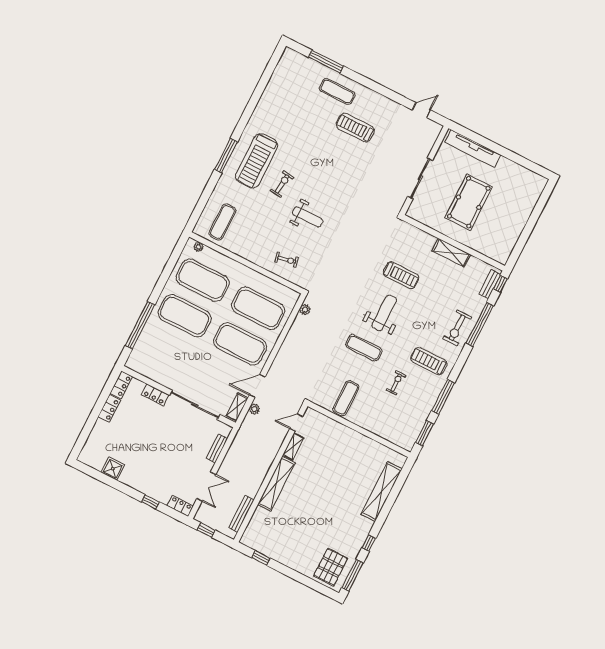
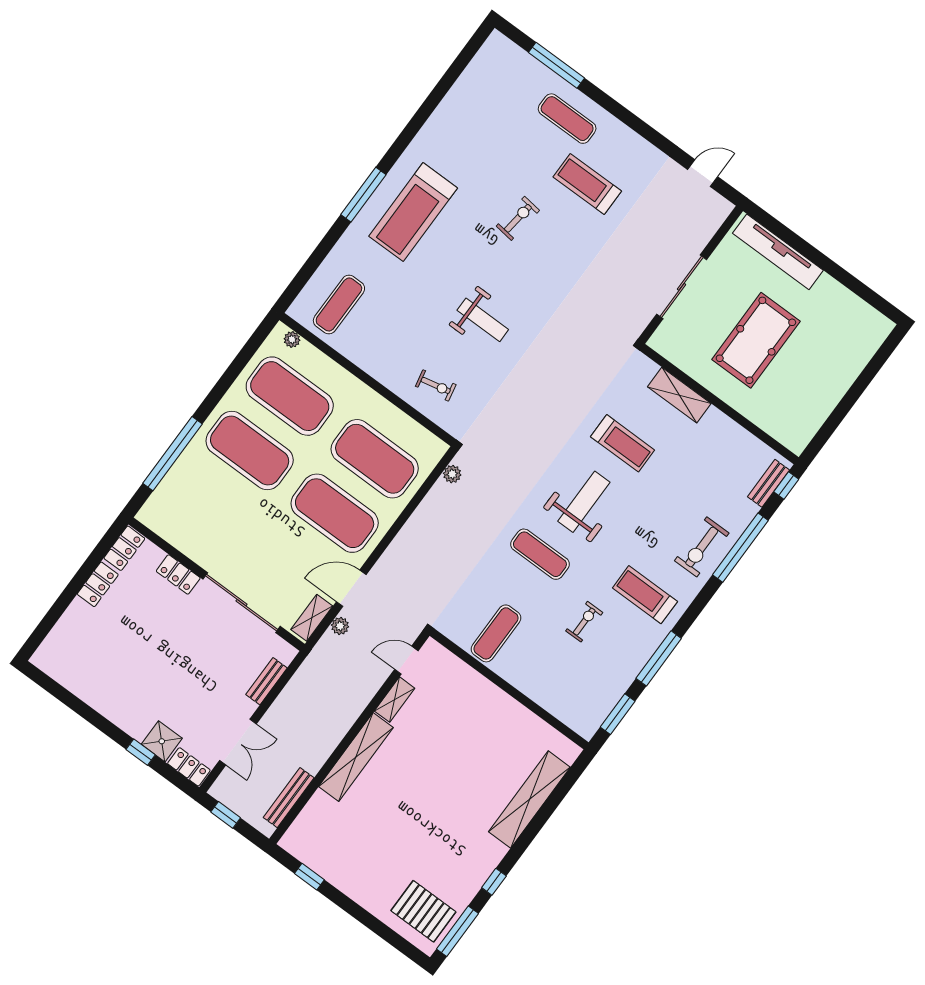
exercise bike: (282, 184) -> (518, 218), moved
shelving: (451, 253) -> (679, 395), moved
shower: (113, 469) -> (162, 741), moved
pallet: (331, 567) -> (423, 911), turned 90

